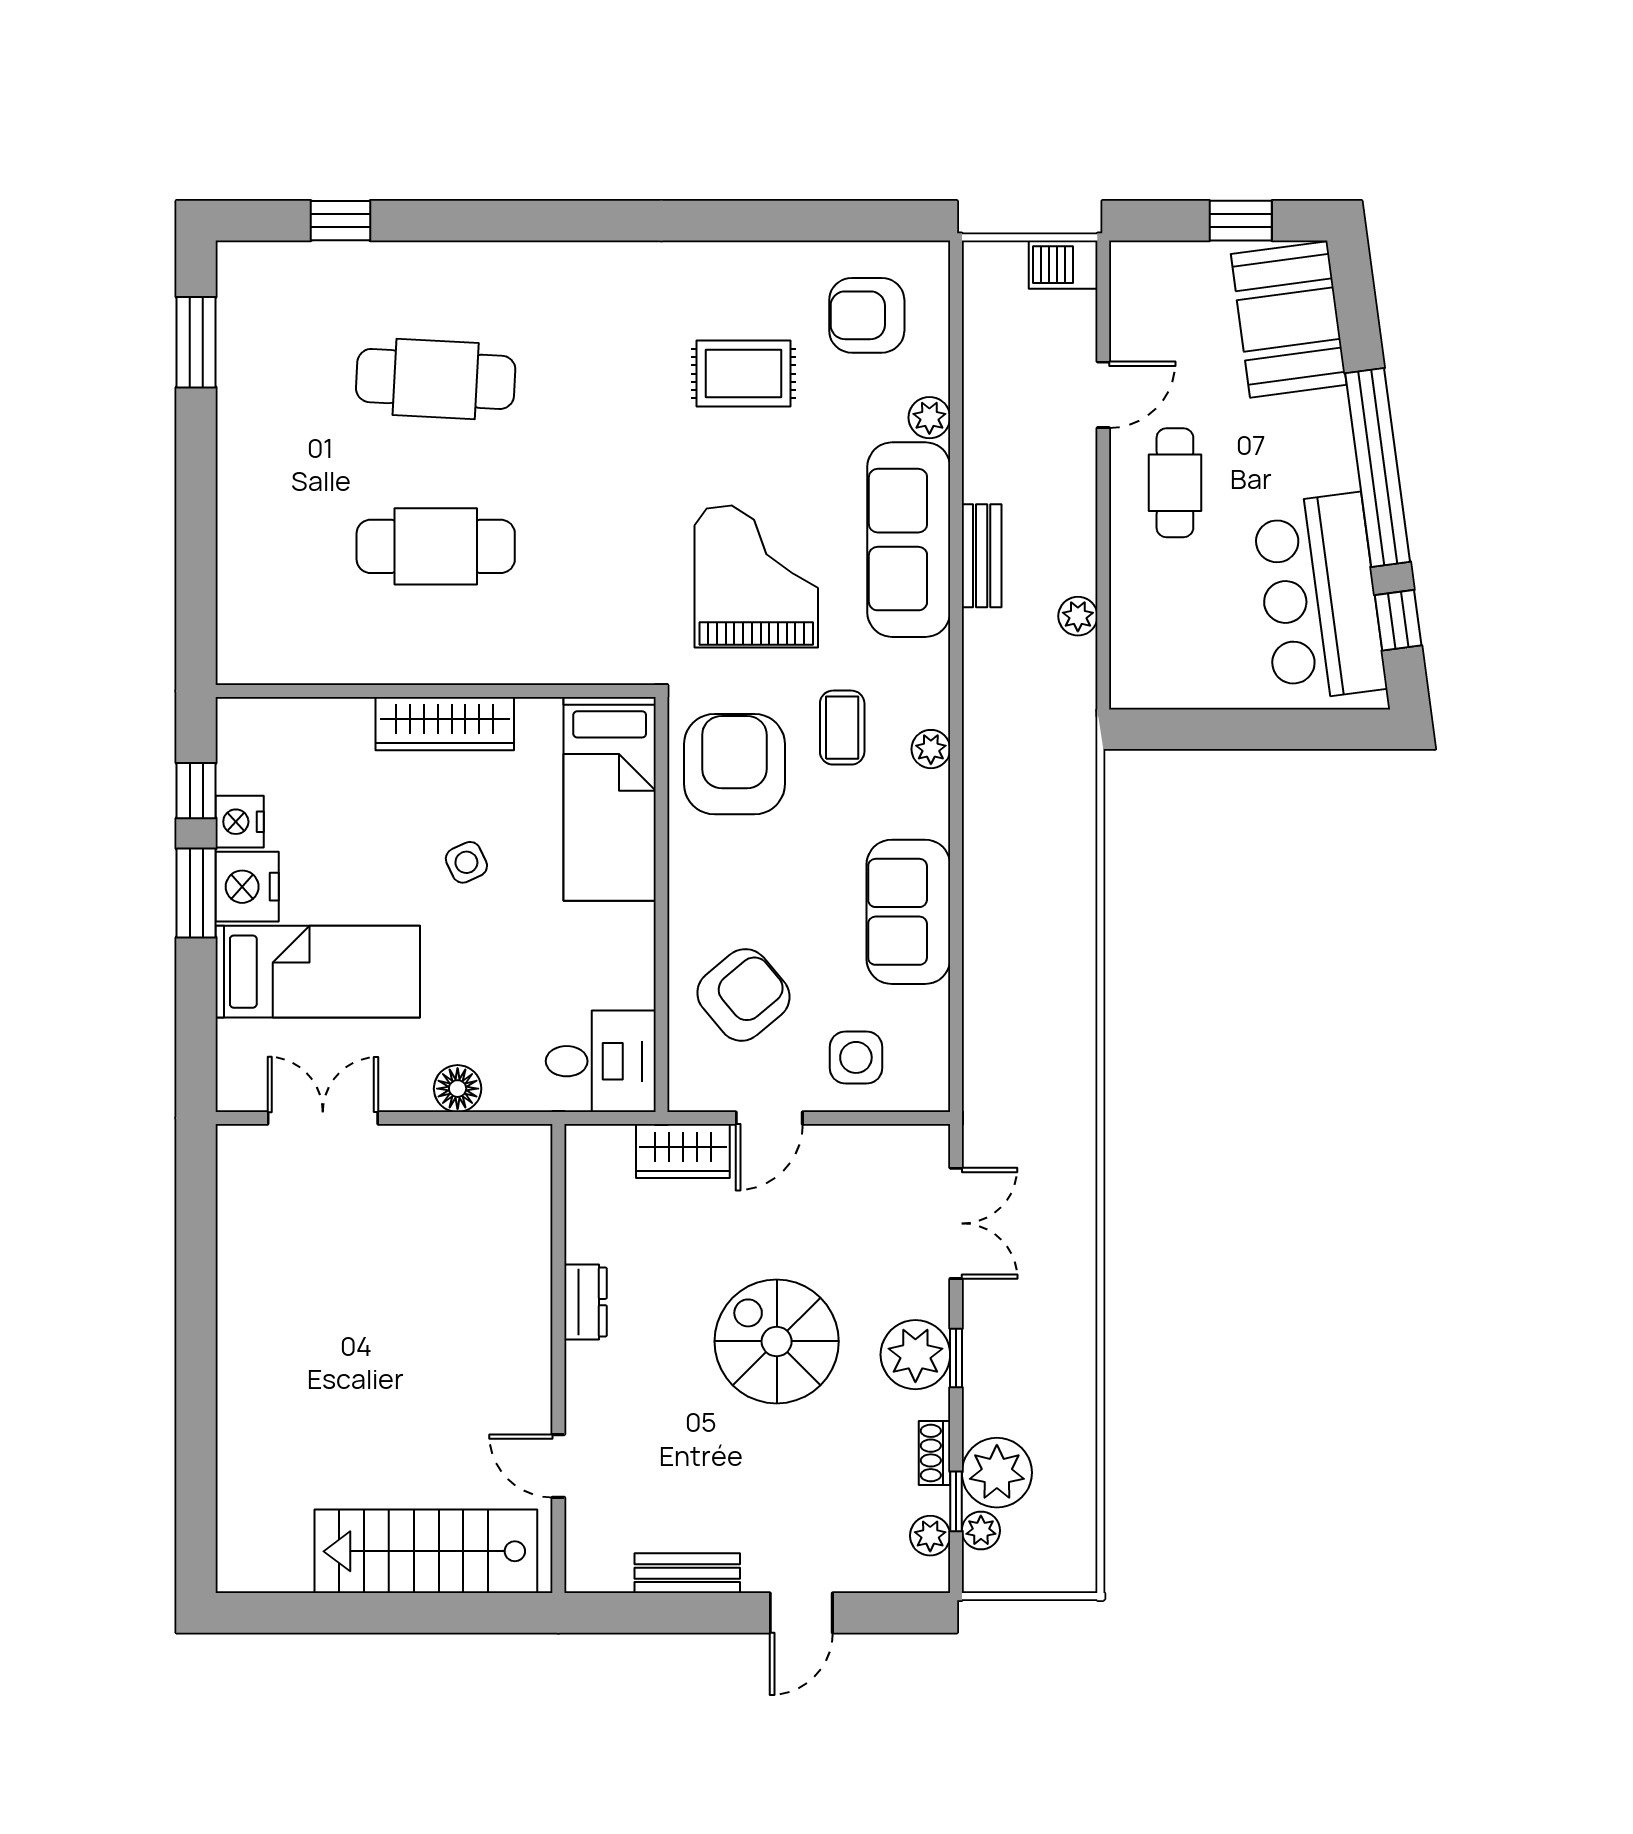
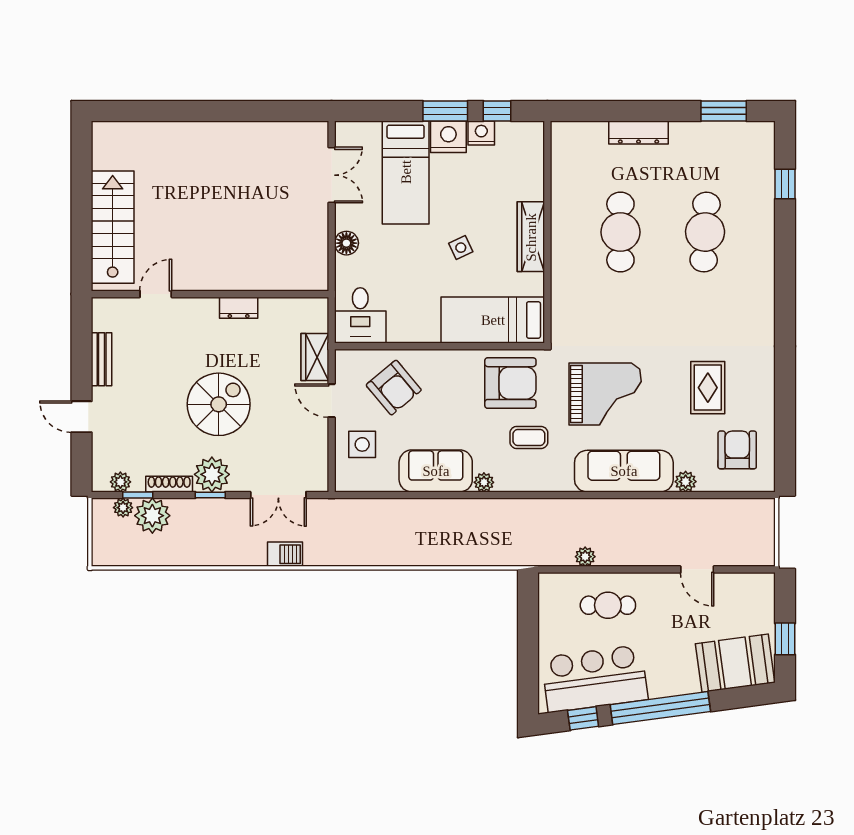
barbecue: (1063, 265) -> (285, 554), moved, turned 90
cafe table: (1175, 483) -> (608, 605), moved
dresser: (239, 511) -> (639, 133), added
bench: (982, 556) -> (616, 508), removed
plant: (931, 749) -> (484, 482), moved
shoe rack: (935, 1453) -> (169, 484), width x1.43

